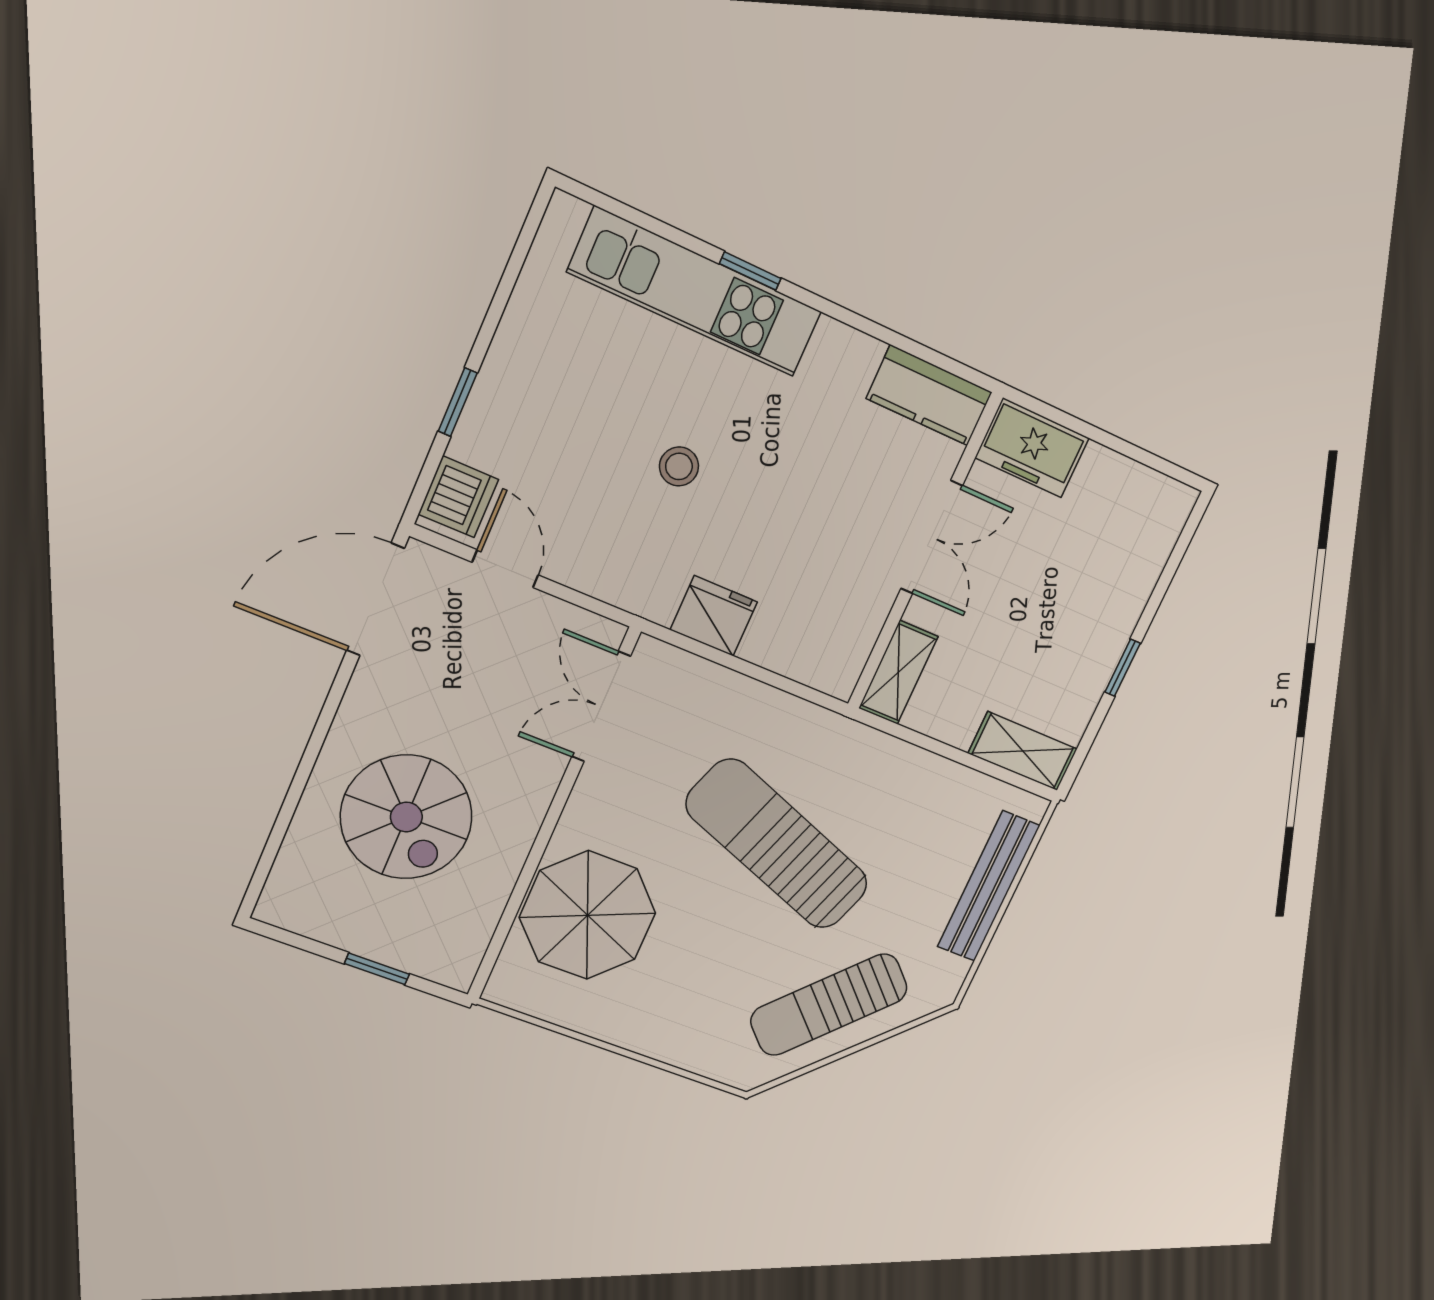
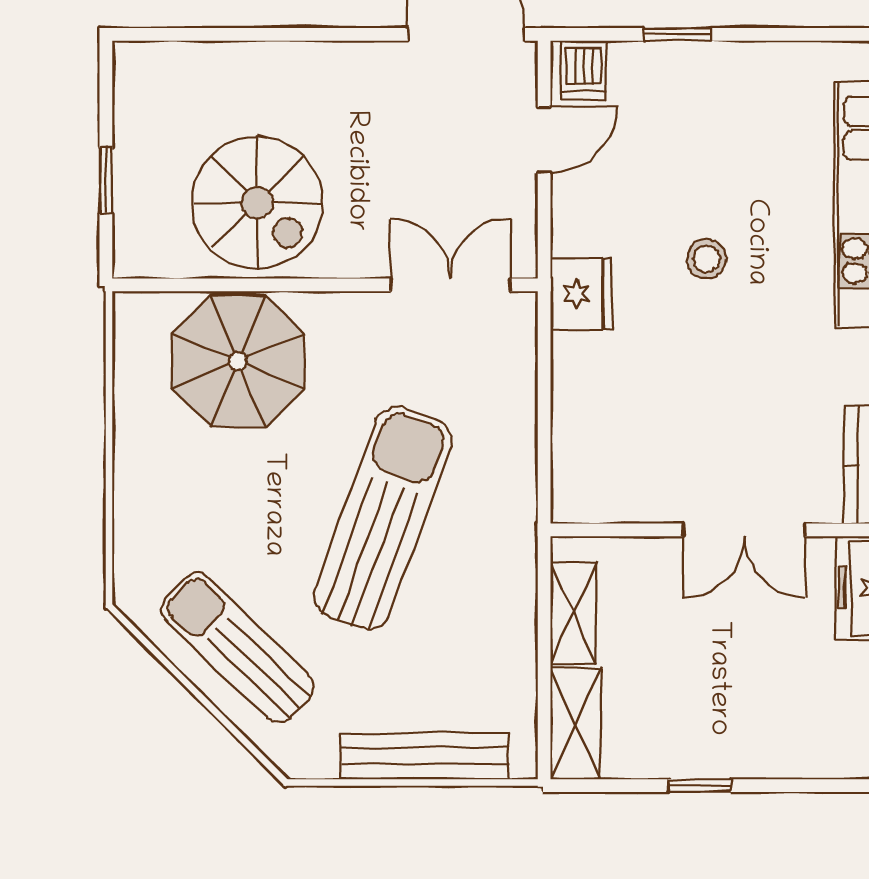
dishwasher: (458, 497) -> (584, 70), width x0.73
fridge: (714, 616) -> (581, 294), moved
shelving: (898, 672) -> (573, 613), moved, turned 90
spiral stairs: (406, 817) -> (257, 203), moved, turned -90

